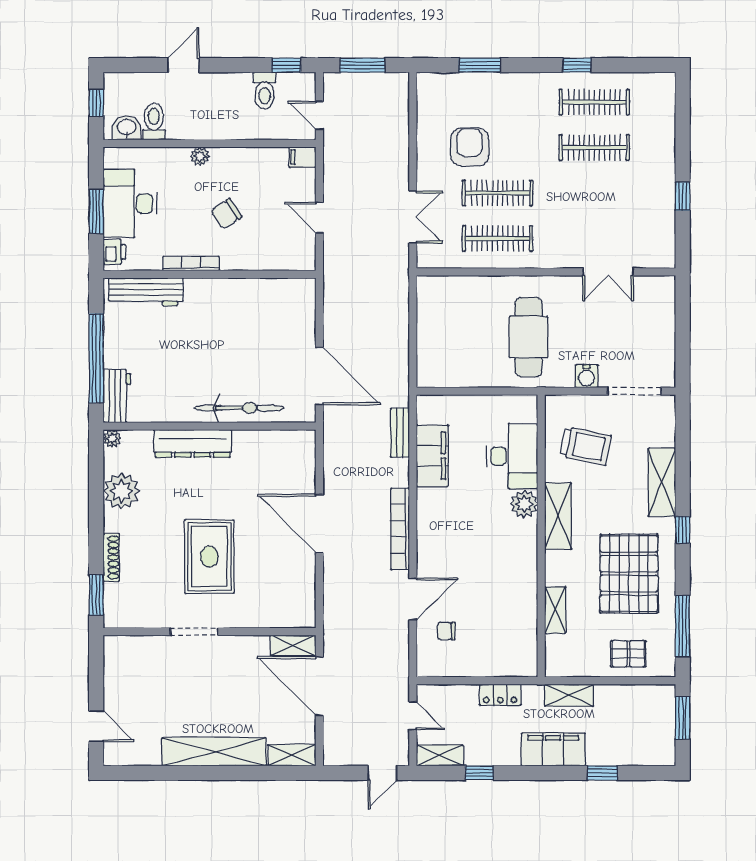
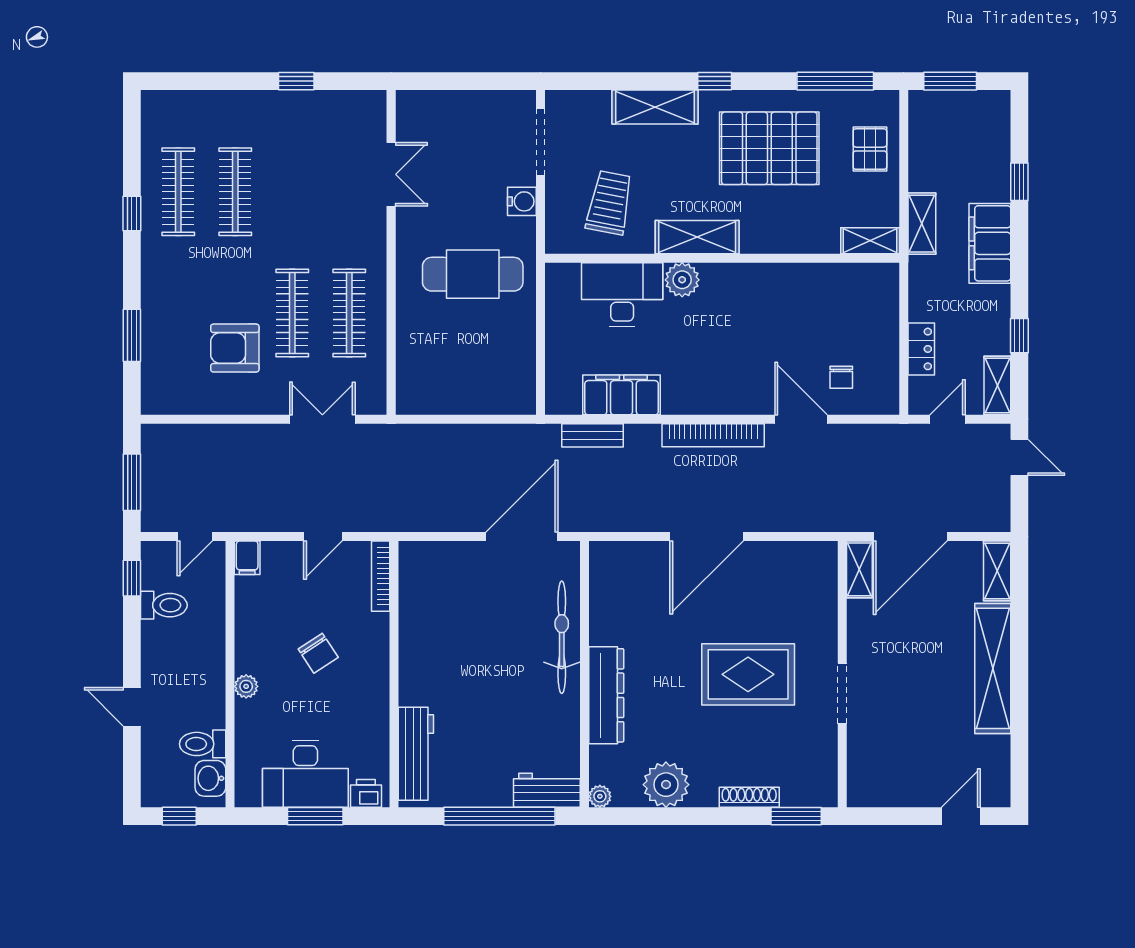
bookcase: (191, 264) -> (381, 576), moved
shelving: (555, 610) -> (870, 241), moved
locker: (500, 695) -> (921, 349), moved

